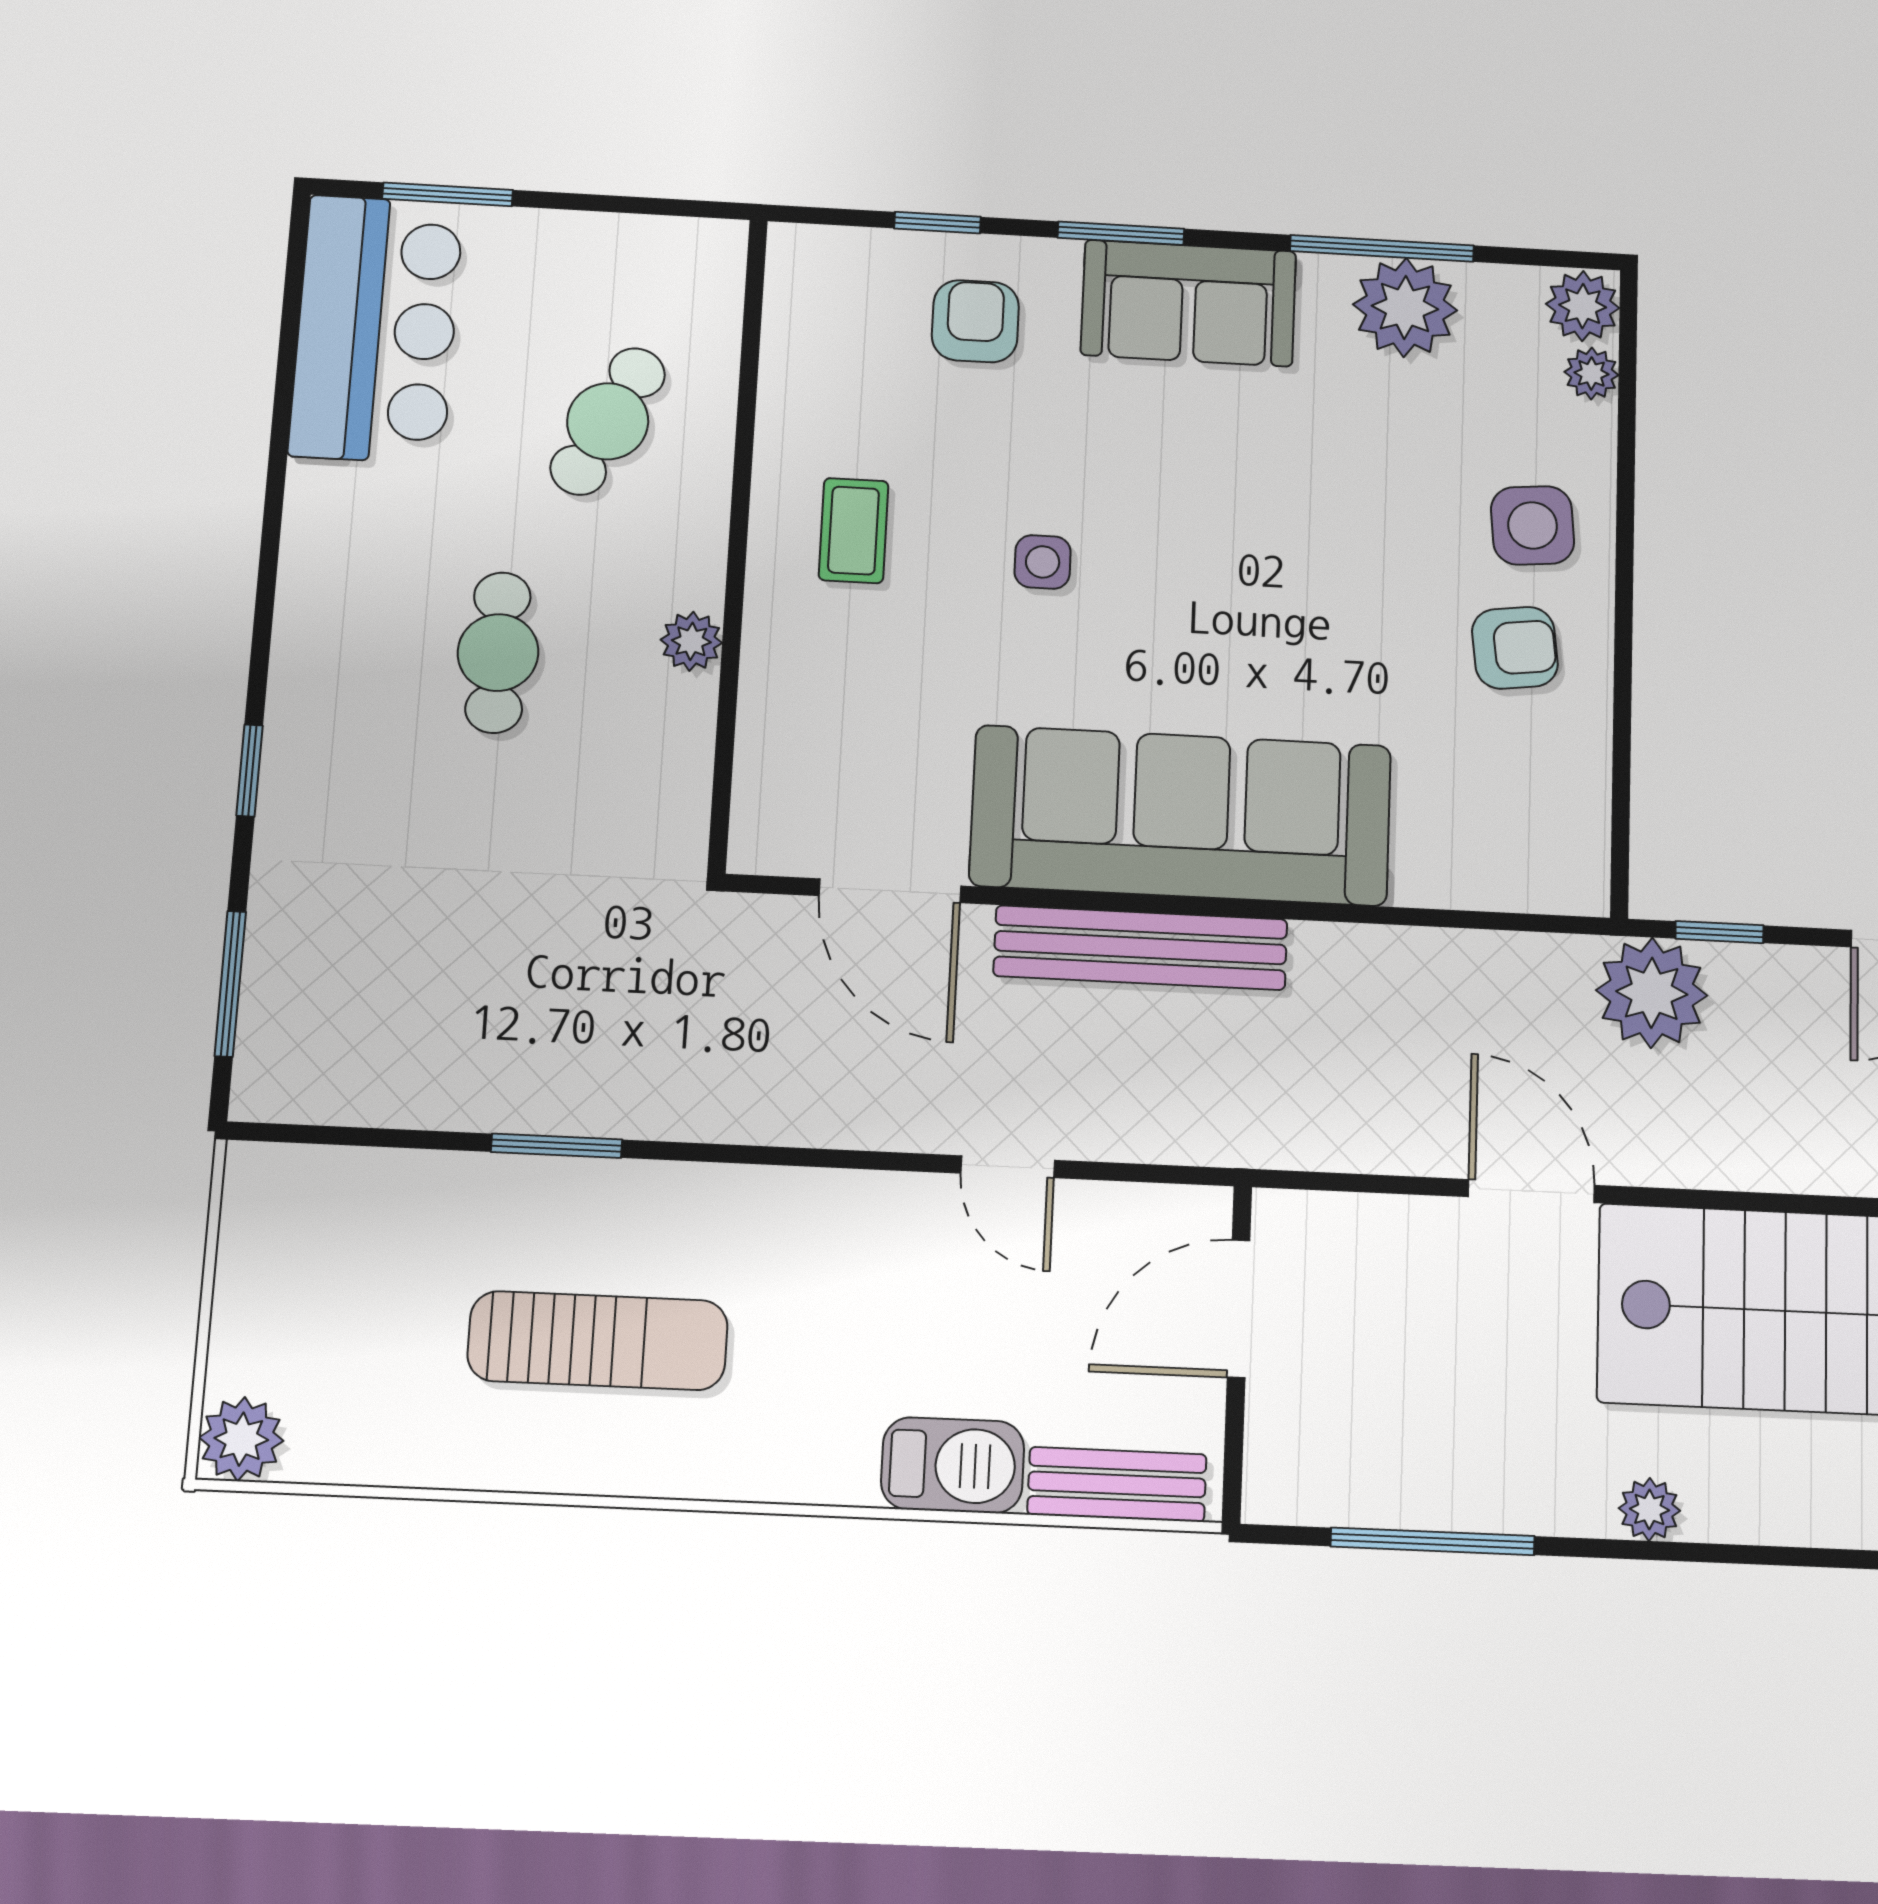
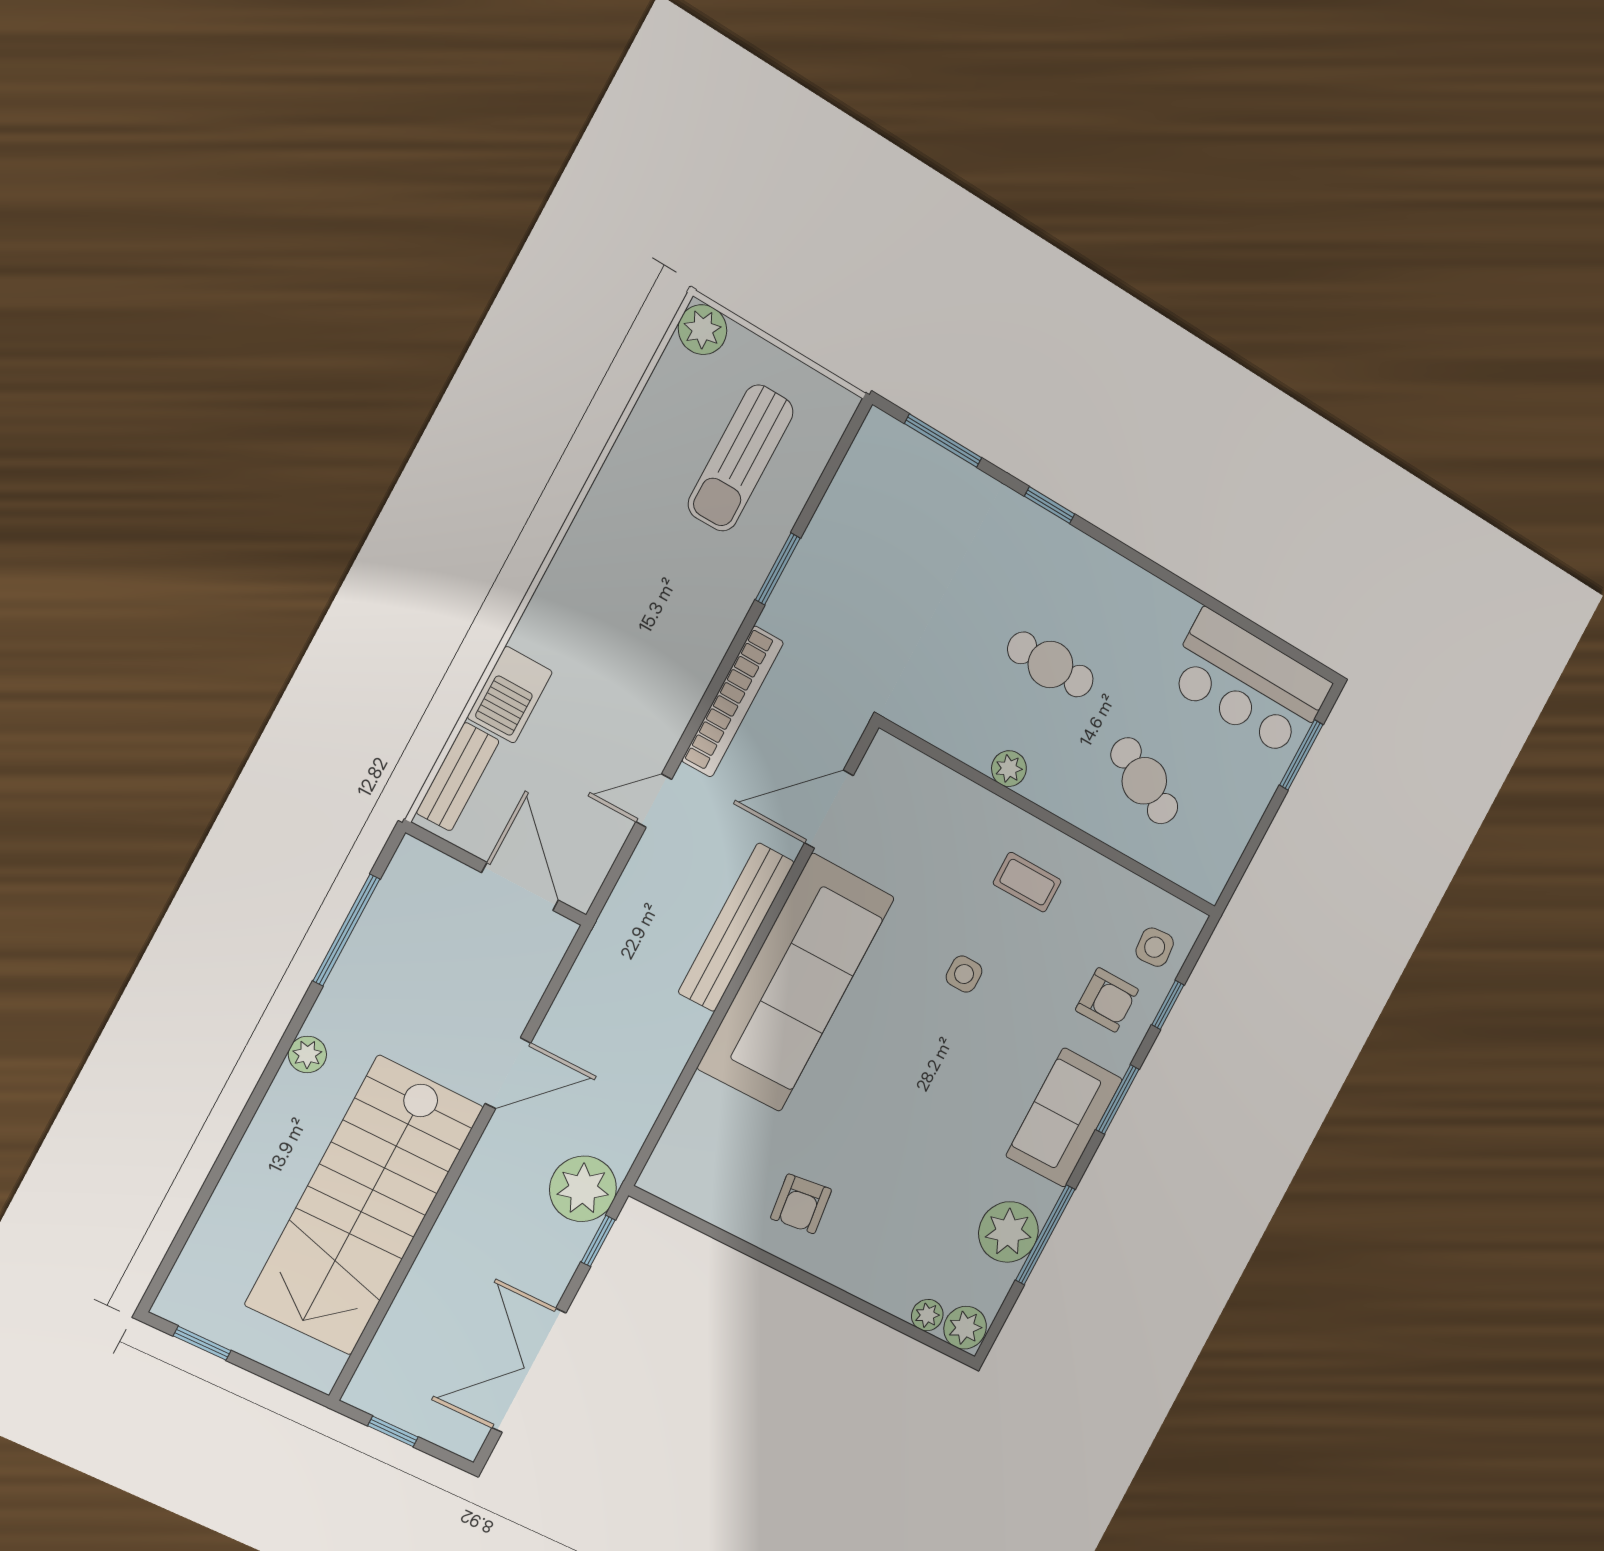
side table: (1533, 525) -> (1155, 947), moved, width x0.73, depth x0.73
bookcase: (796, 1118) -> (733, 701), added
sun lounger: (598, 1341) -> (741, 458), moved

